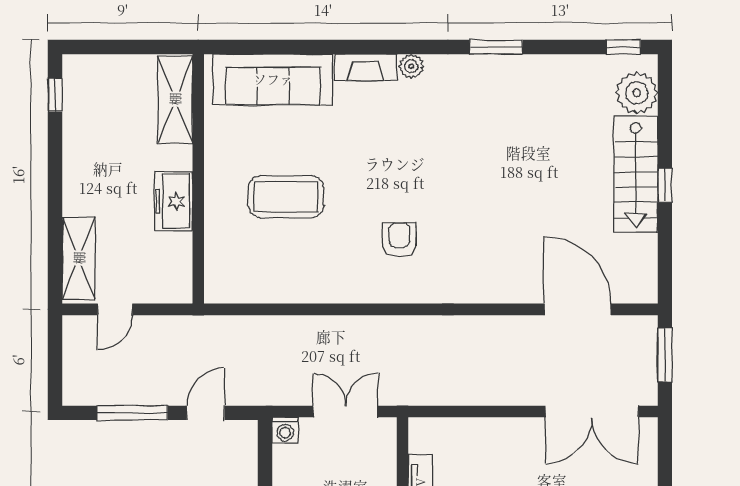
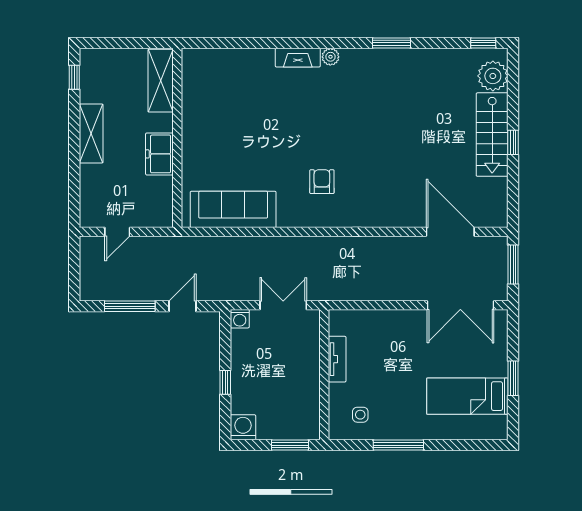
sofa: (273, 79) -> (233, 209), moved, turned 180
coffee table: (286, 196) -> (240, 151), removed
shelving: (79, 258) -> (91, 133), moved

